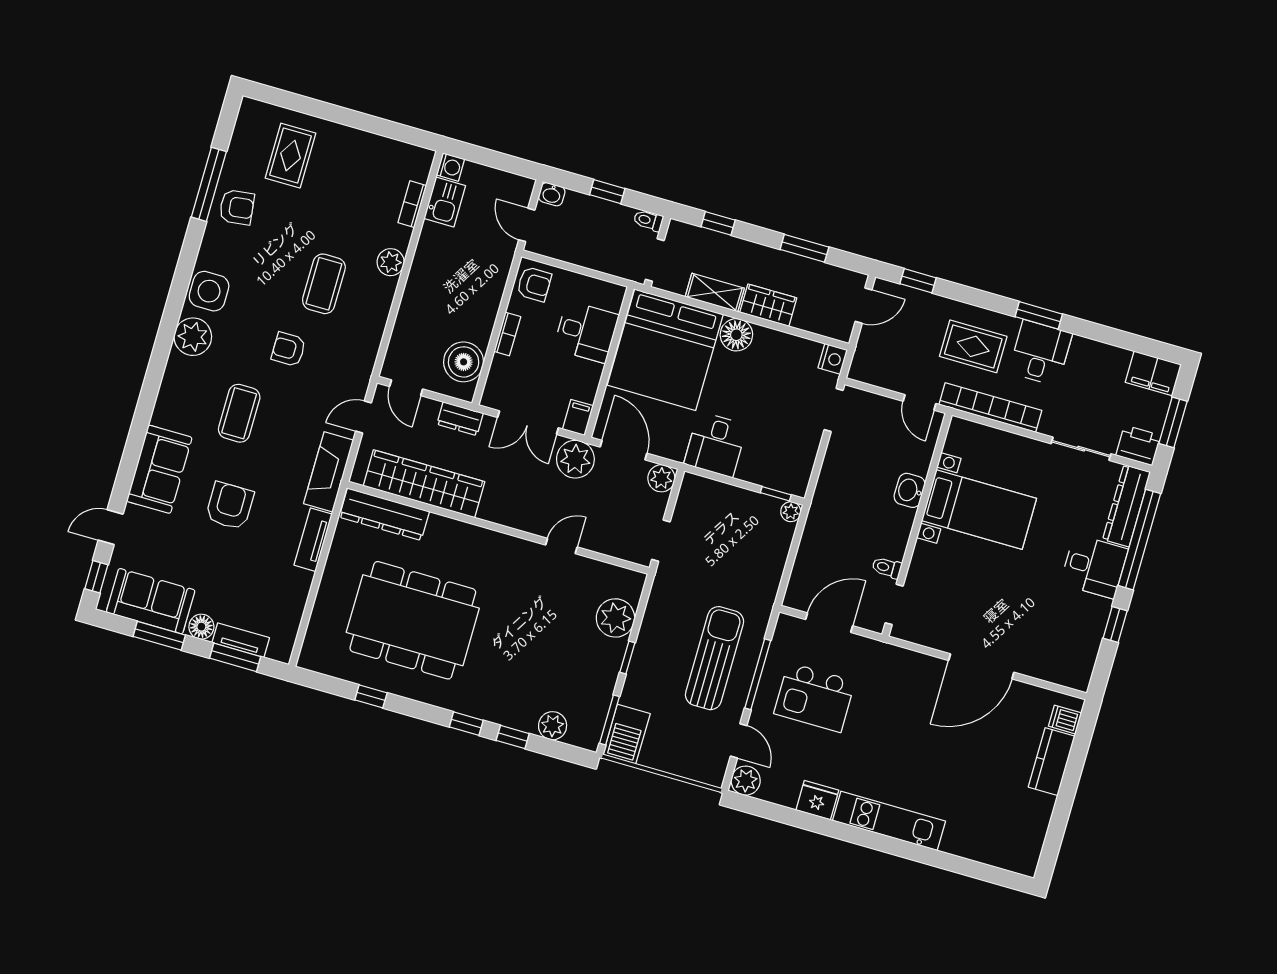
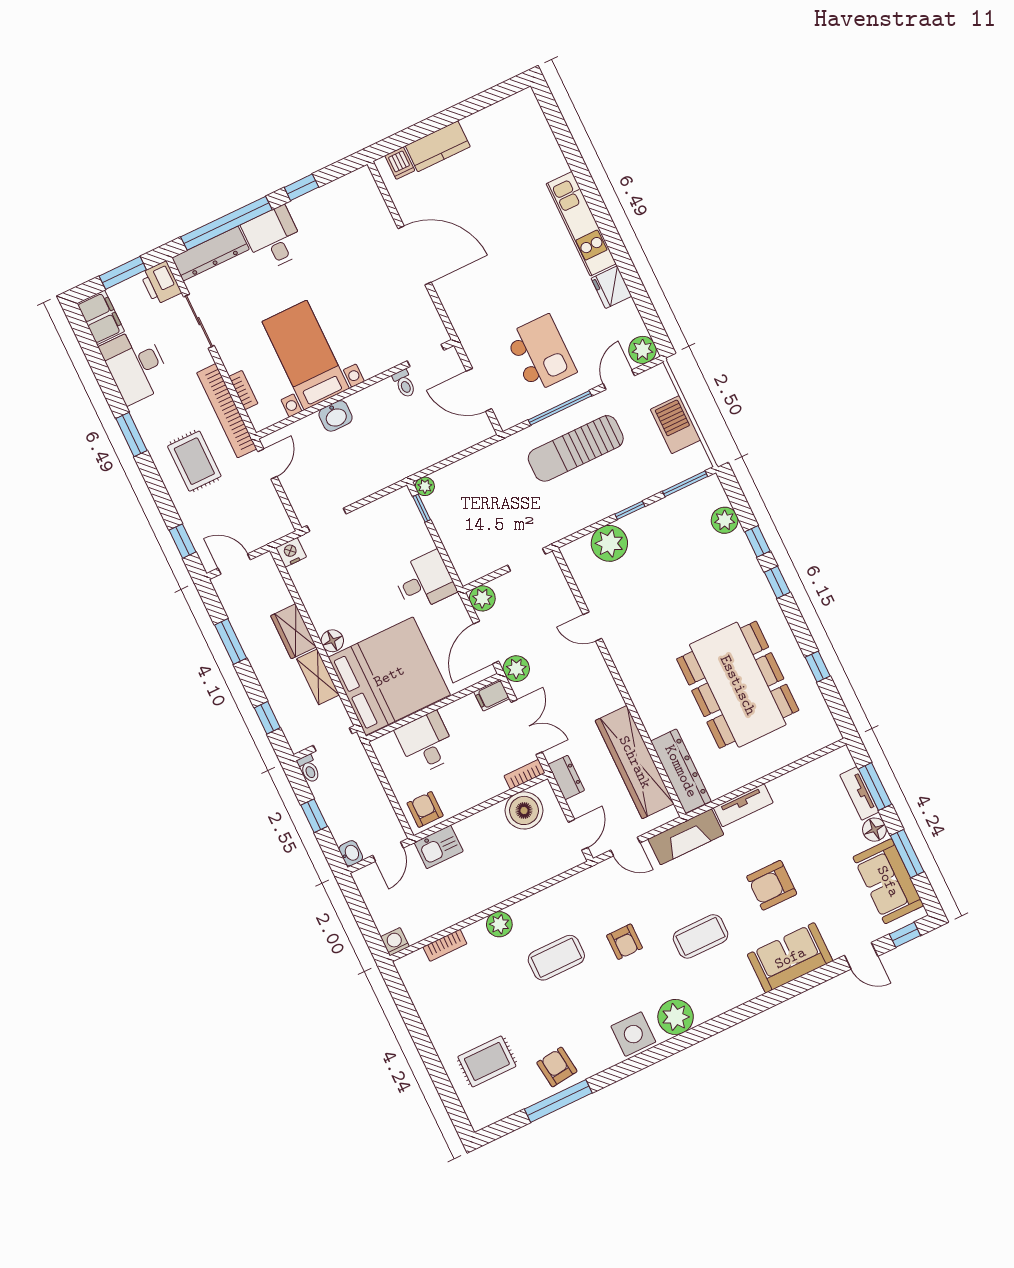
kitchen sink: (445, 202) -> (439, 847), moved, turned 180
bookcase: (507, 334) -> (525, 774), moved
floor lamp: (736, 335) -> (332, 641), width x0.73, depth x0.73
desk: (1040, 353) -> (136, 365), moved, width x1.37
bookcase: (995, 435) -> (243, 390), added
plant: (575, 459) -> (516, 669), width x0.73, depth x0.73
barbecue: (626, 734) -> (676, 425), moved, turned -90

